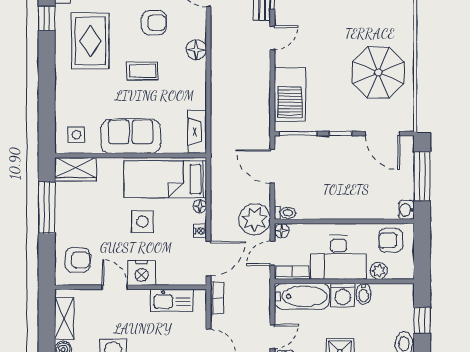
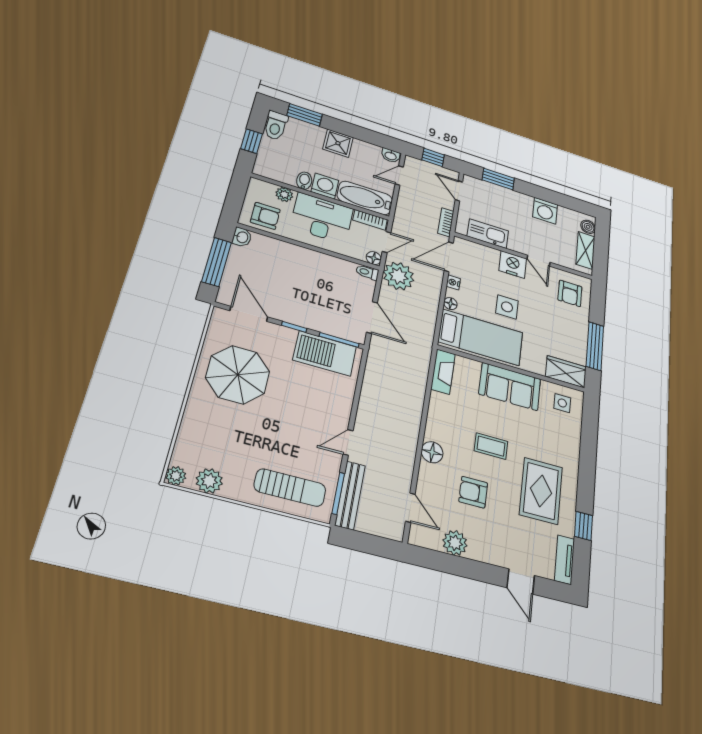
barbecue: (290, 94) -> (325, 353), moved, turned -90
armchair: (78, 260) -> (570, 293), turned -90

